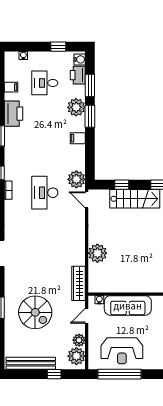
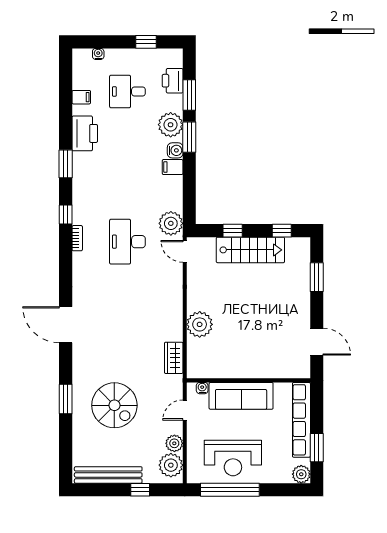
water cooler: (80, 59) -> (175, 150), moved
wardrobe: (79, 283) -> (174, 358), width x0.67

